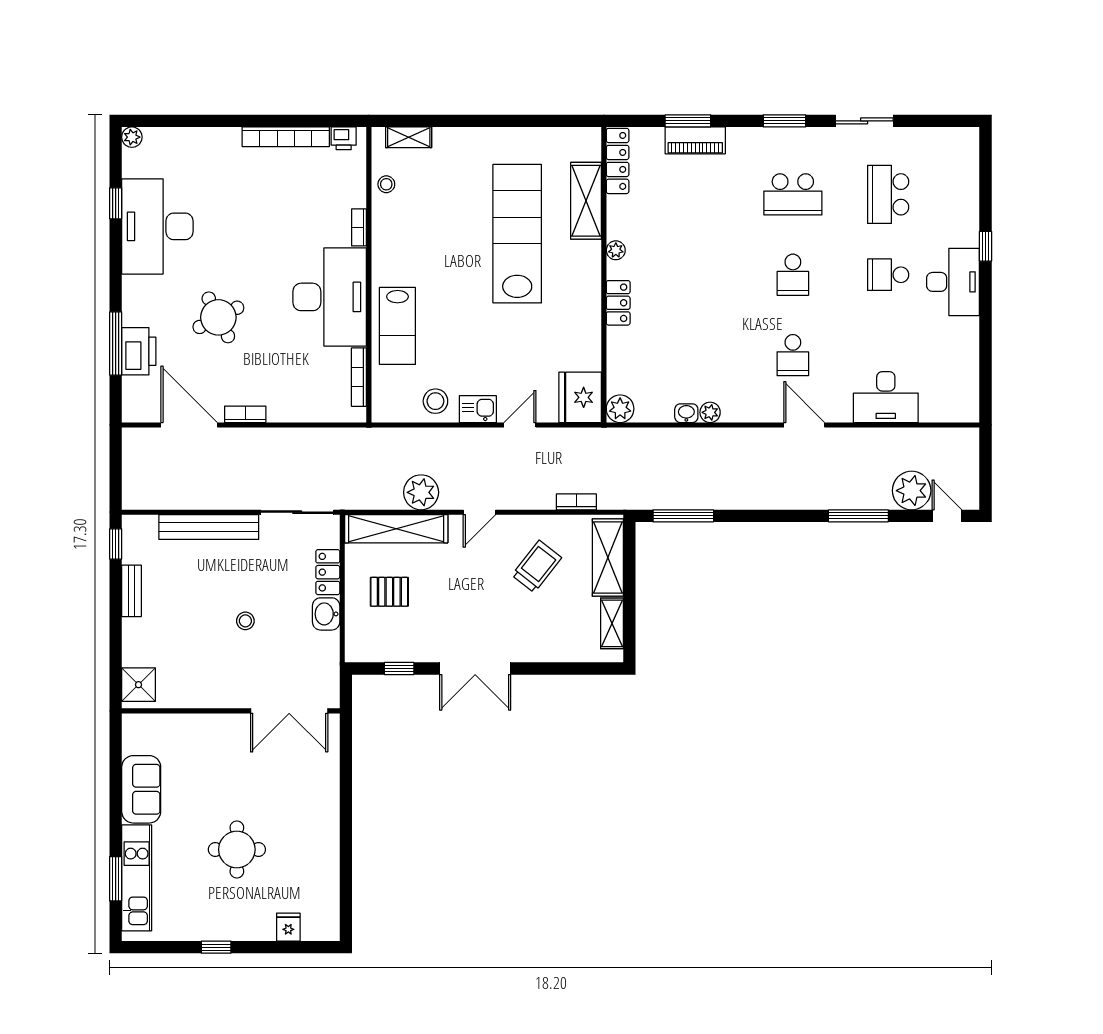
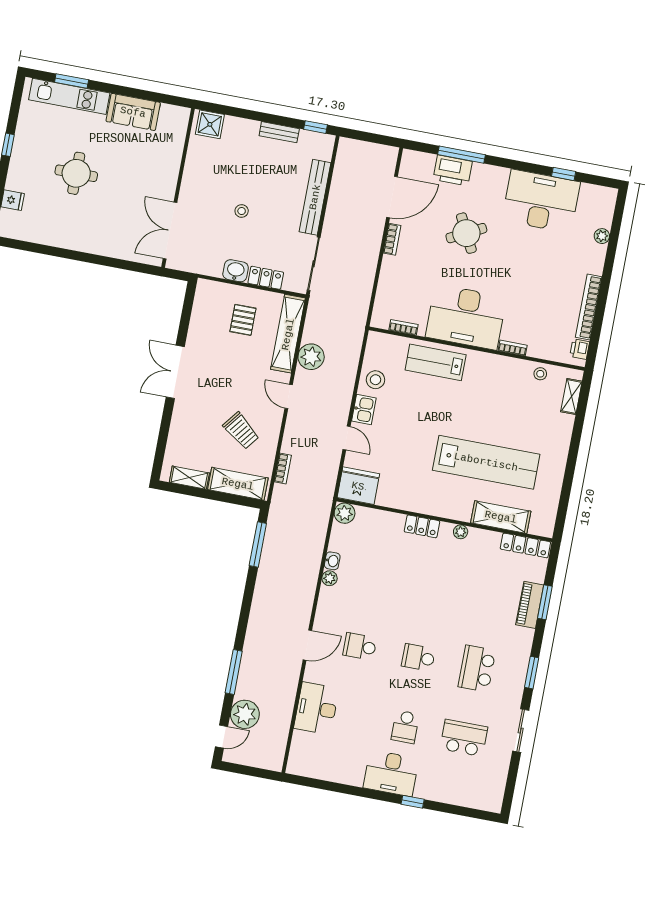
plant: (132, 137) -> (602, 236), moved
school desk: (888, 275) -> (405, 727), turned 180
bookcase: (359, 377) -> (403, 327), width x0.64
window: (399, 668) -> (186, 316), removed

